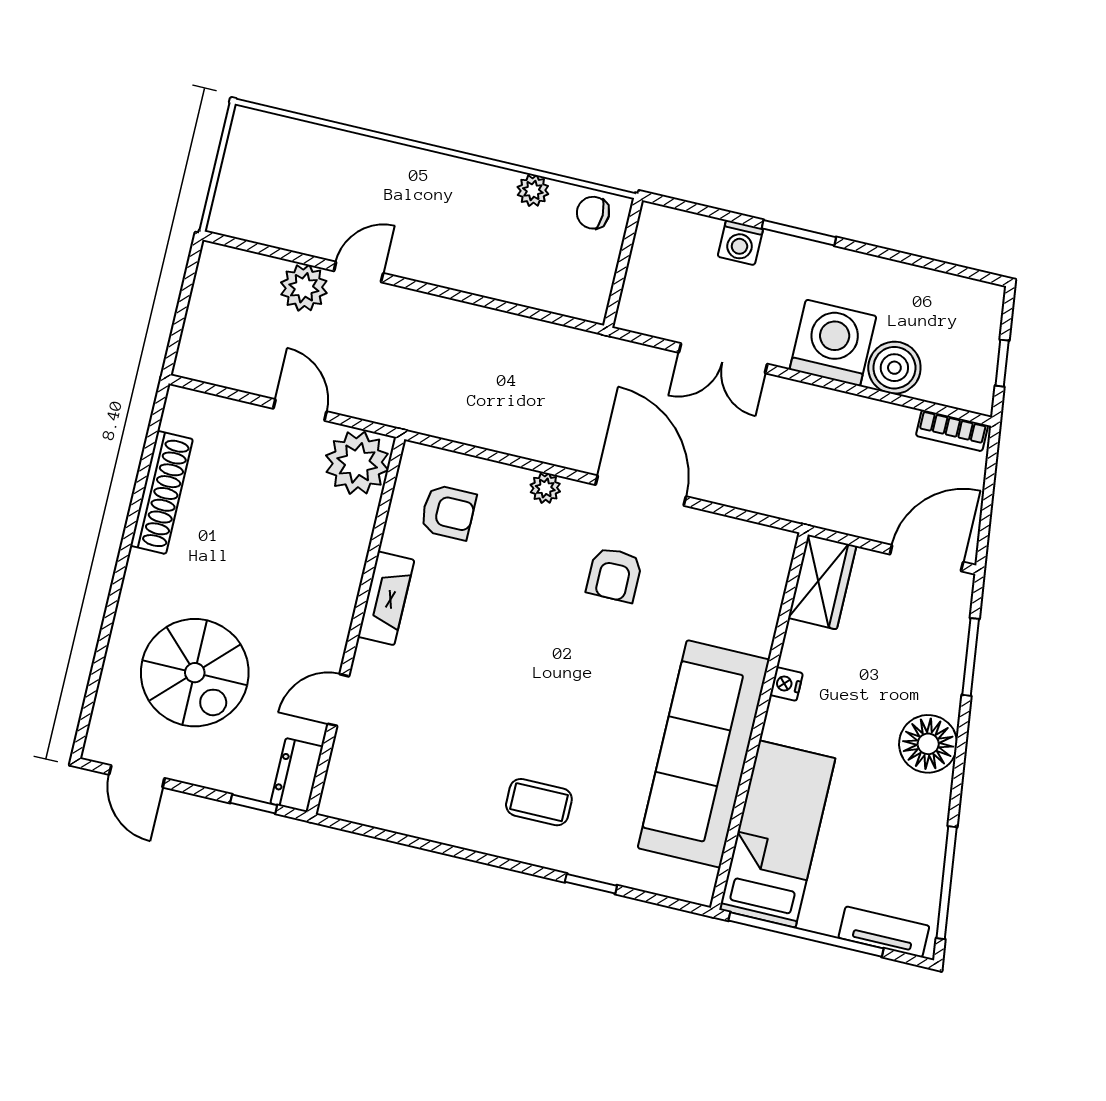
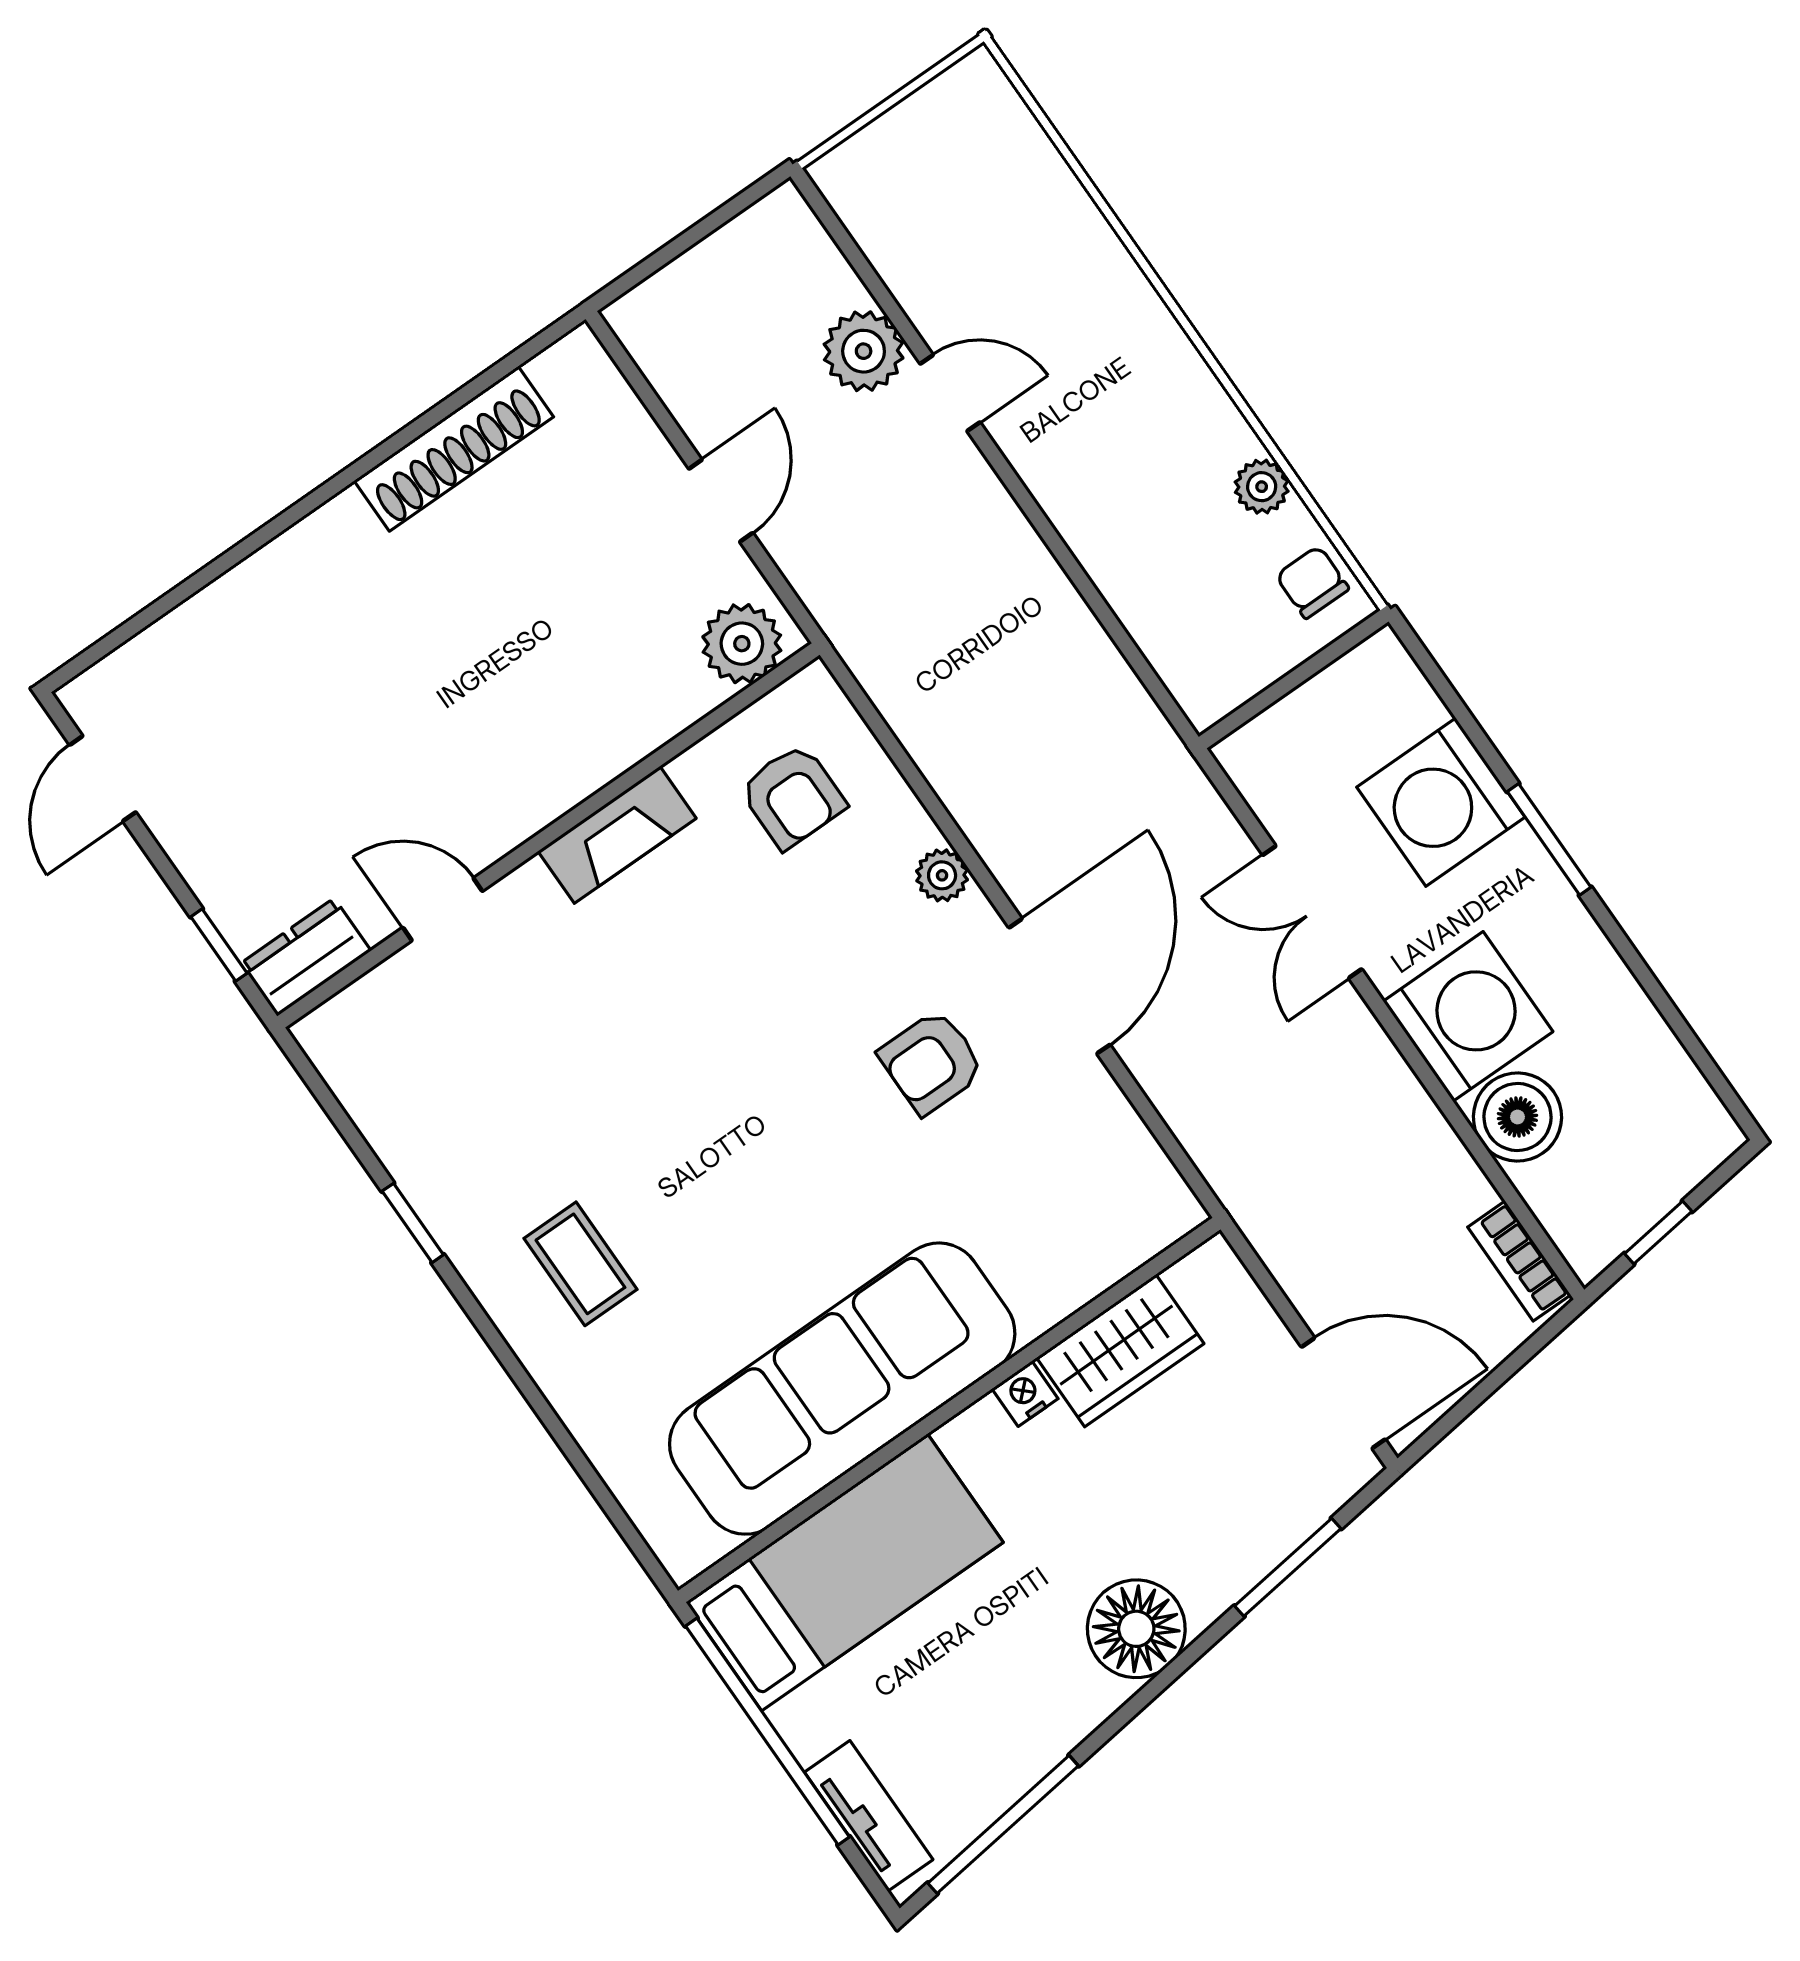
washing machine: (740, 243) -> (1441, 802), width x1.89, depth x1.89
plant: (357, 463) -> (742, 644), width x0.73, depth x0.73
wardrobe: (822, 582) -> (1120, 1351), moved
spiral stairs: (195, 673) -> (293, 713), removed
window: (591, 884) -> (413, 1223), moved

